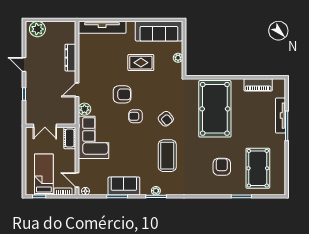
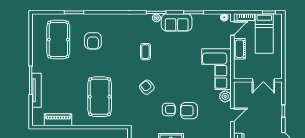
pool table: (215, 109) -> (100, 97), width x0.73, depth x0.76
armchair: (136, 116) -> (169, 109), moved
double door: (45, 126) -> (263, 80), swing flipped
cot: (70, 138) -> (239, 49), moved
coffee table: (167, 156) -> (145, 52), width x0.54, depth x0.58
door: (77, 180) -> (232, 28), hinge flipped
sofa: (124, 186) -> (177, 22), moved

